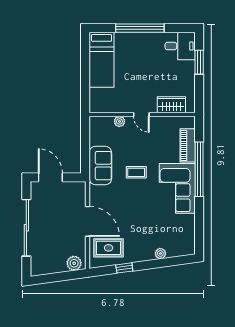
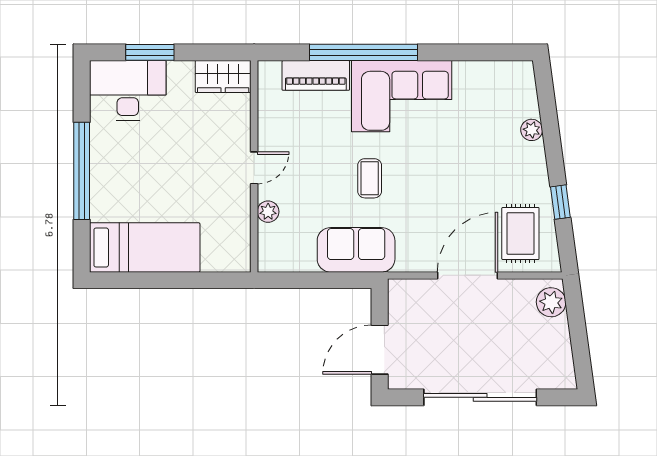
desk: (180, 46) -> (128, 90), width x1.37
wardrobe: (171, 105) -> (223, 77), moved, turned -90

